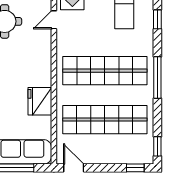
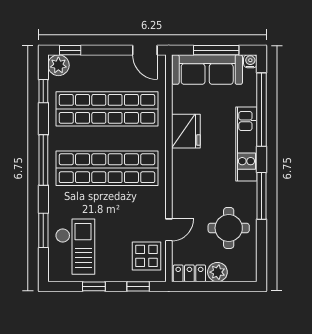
window: (157, 19) -> (43, 230), width x1.50
window: (157, 146) -> (43, 91), moved
plant: (145, 156) -> (58, 65), added

